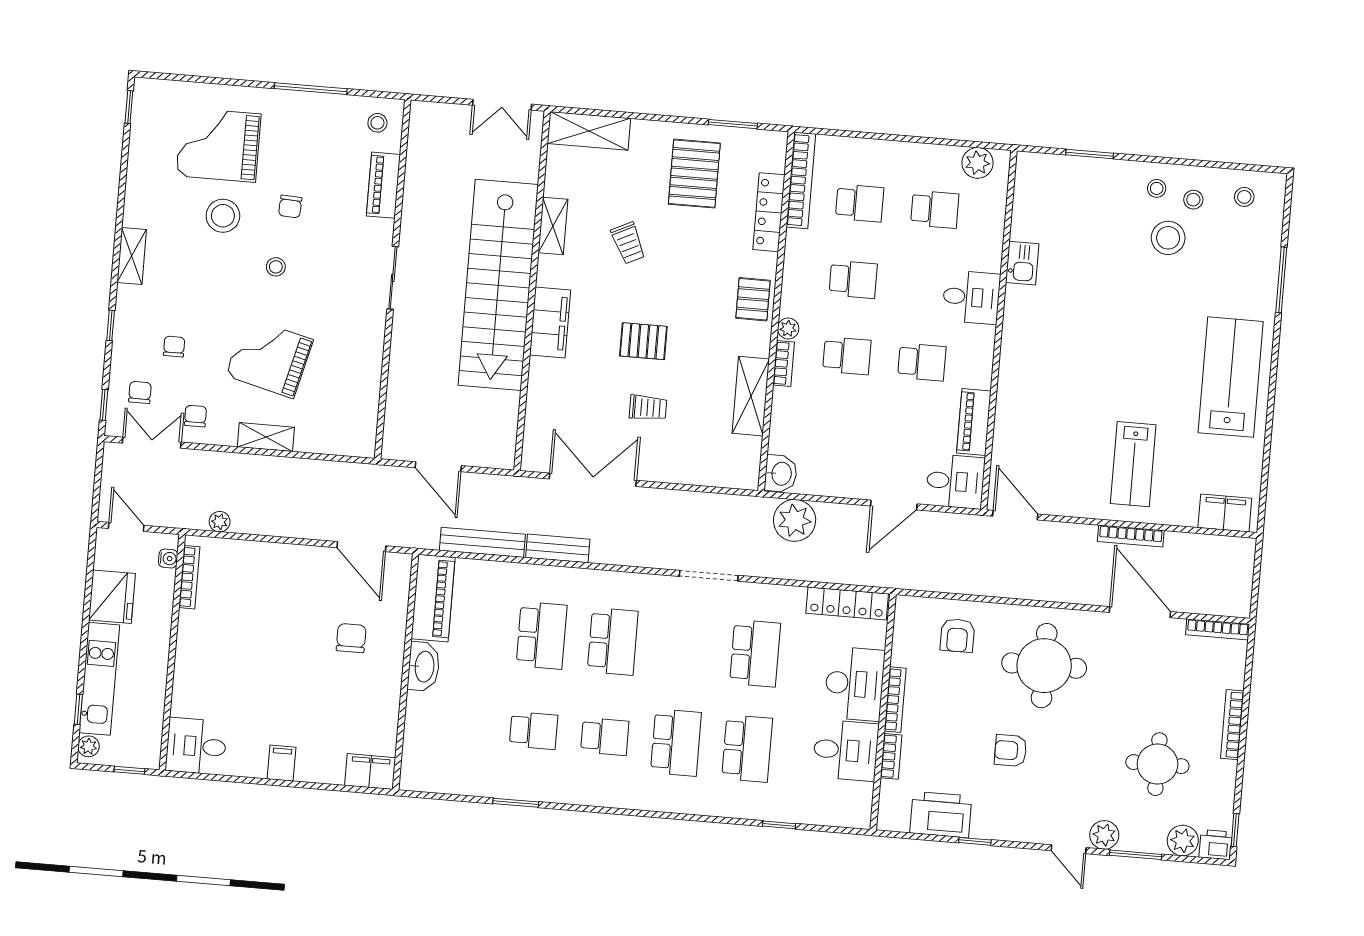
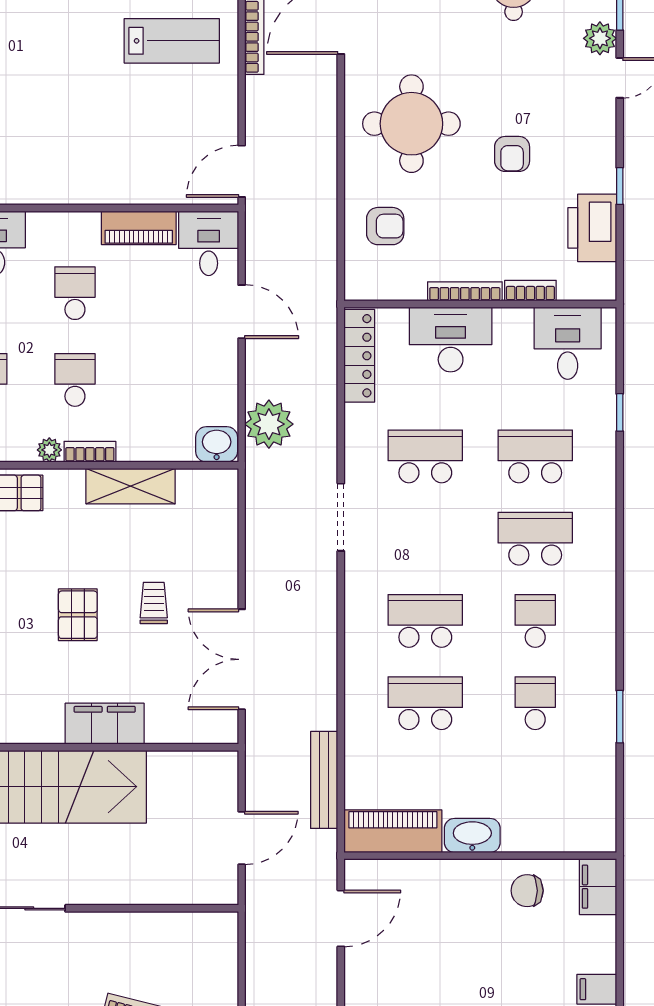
filing cabinet: (550, 323) -> (105, 724), moved
bench: (558, 548) -> (324, 693), removed
chair: (351, 638) -> (527, 891), moved
desk: (846, 750) -> (568, 343), moved

